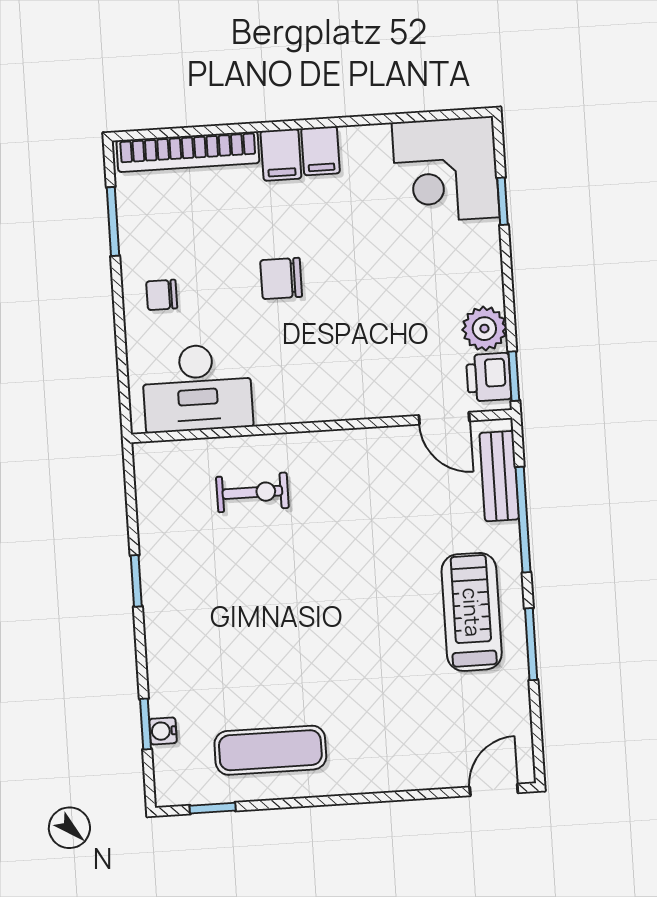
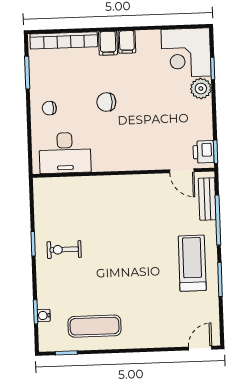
plant: (484, 329) -> (201, 89), moved
exercise bike: (252, 492) -> (64, 250), moved, turned 180

